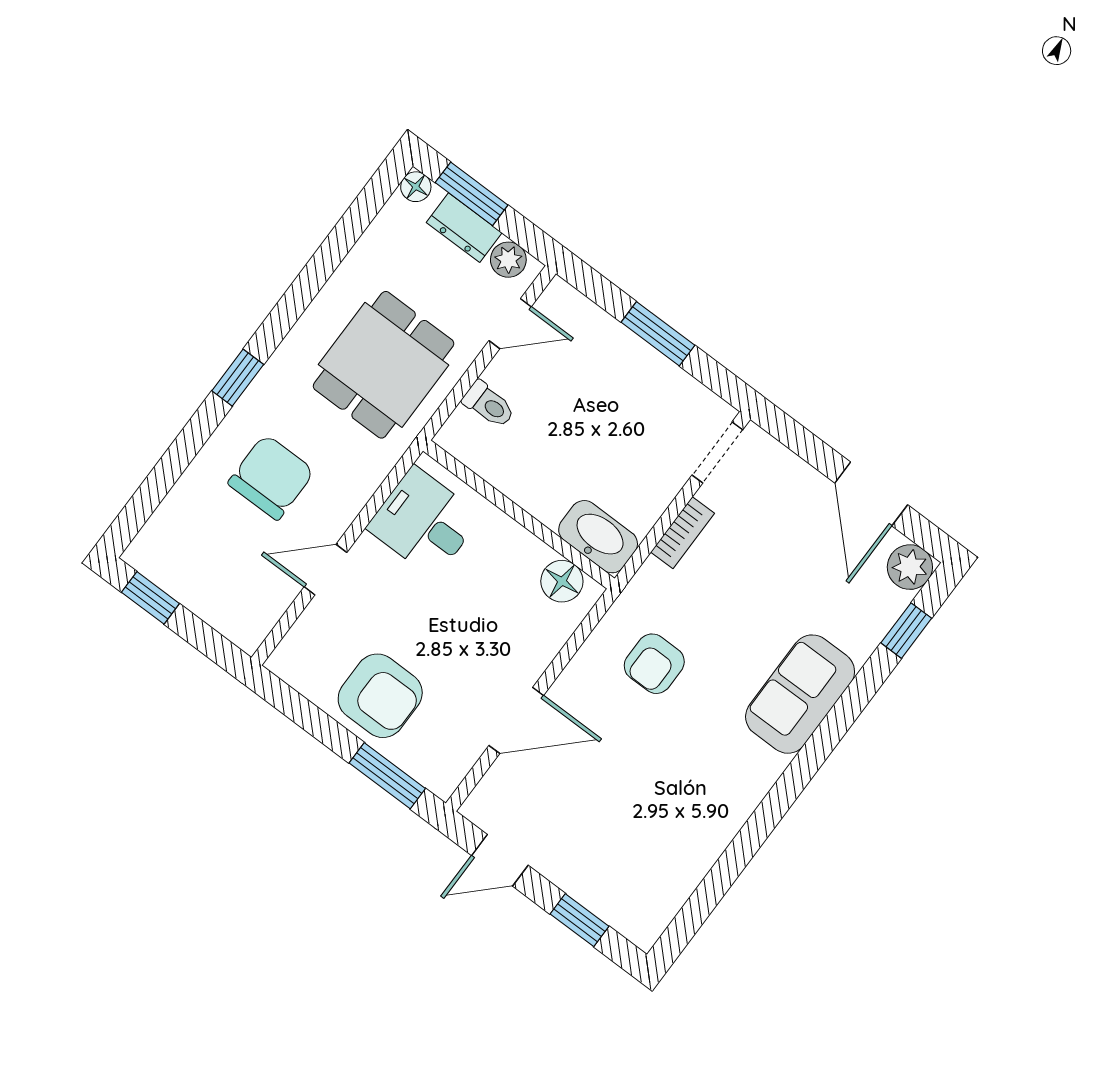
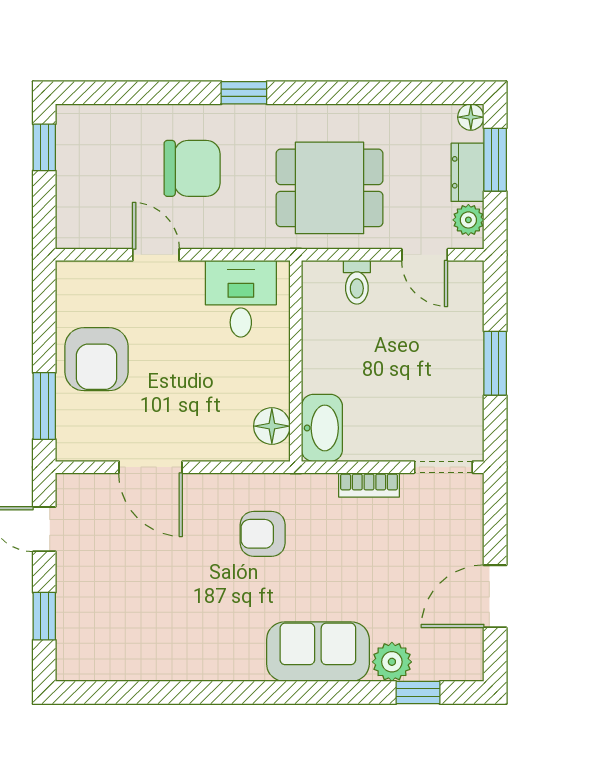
plant: (910, 567) -> (392, 662), moved

